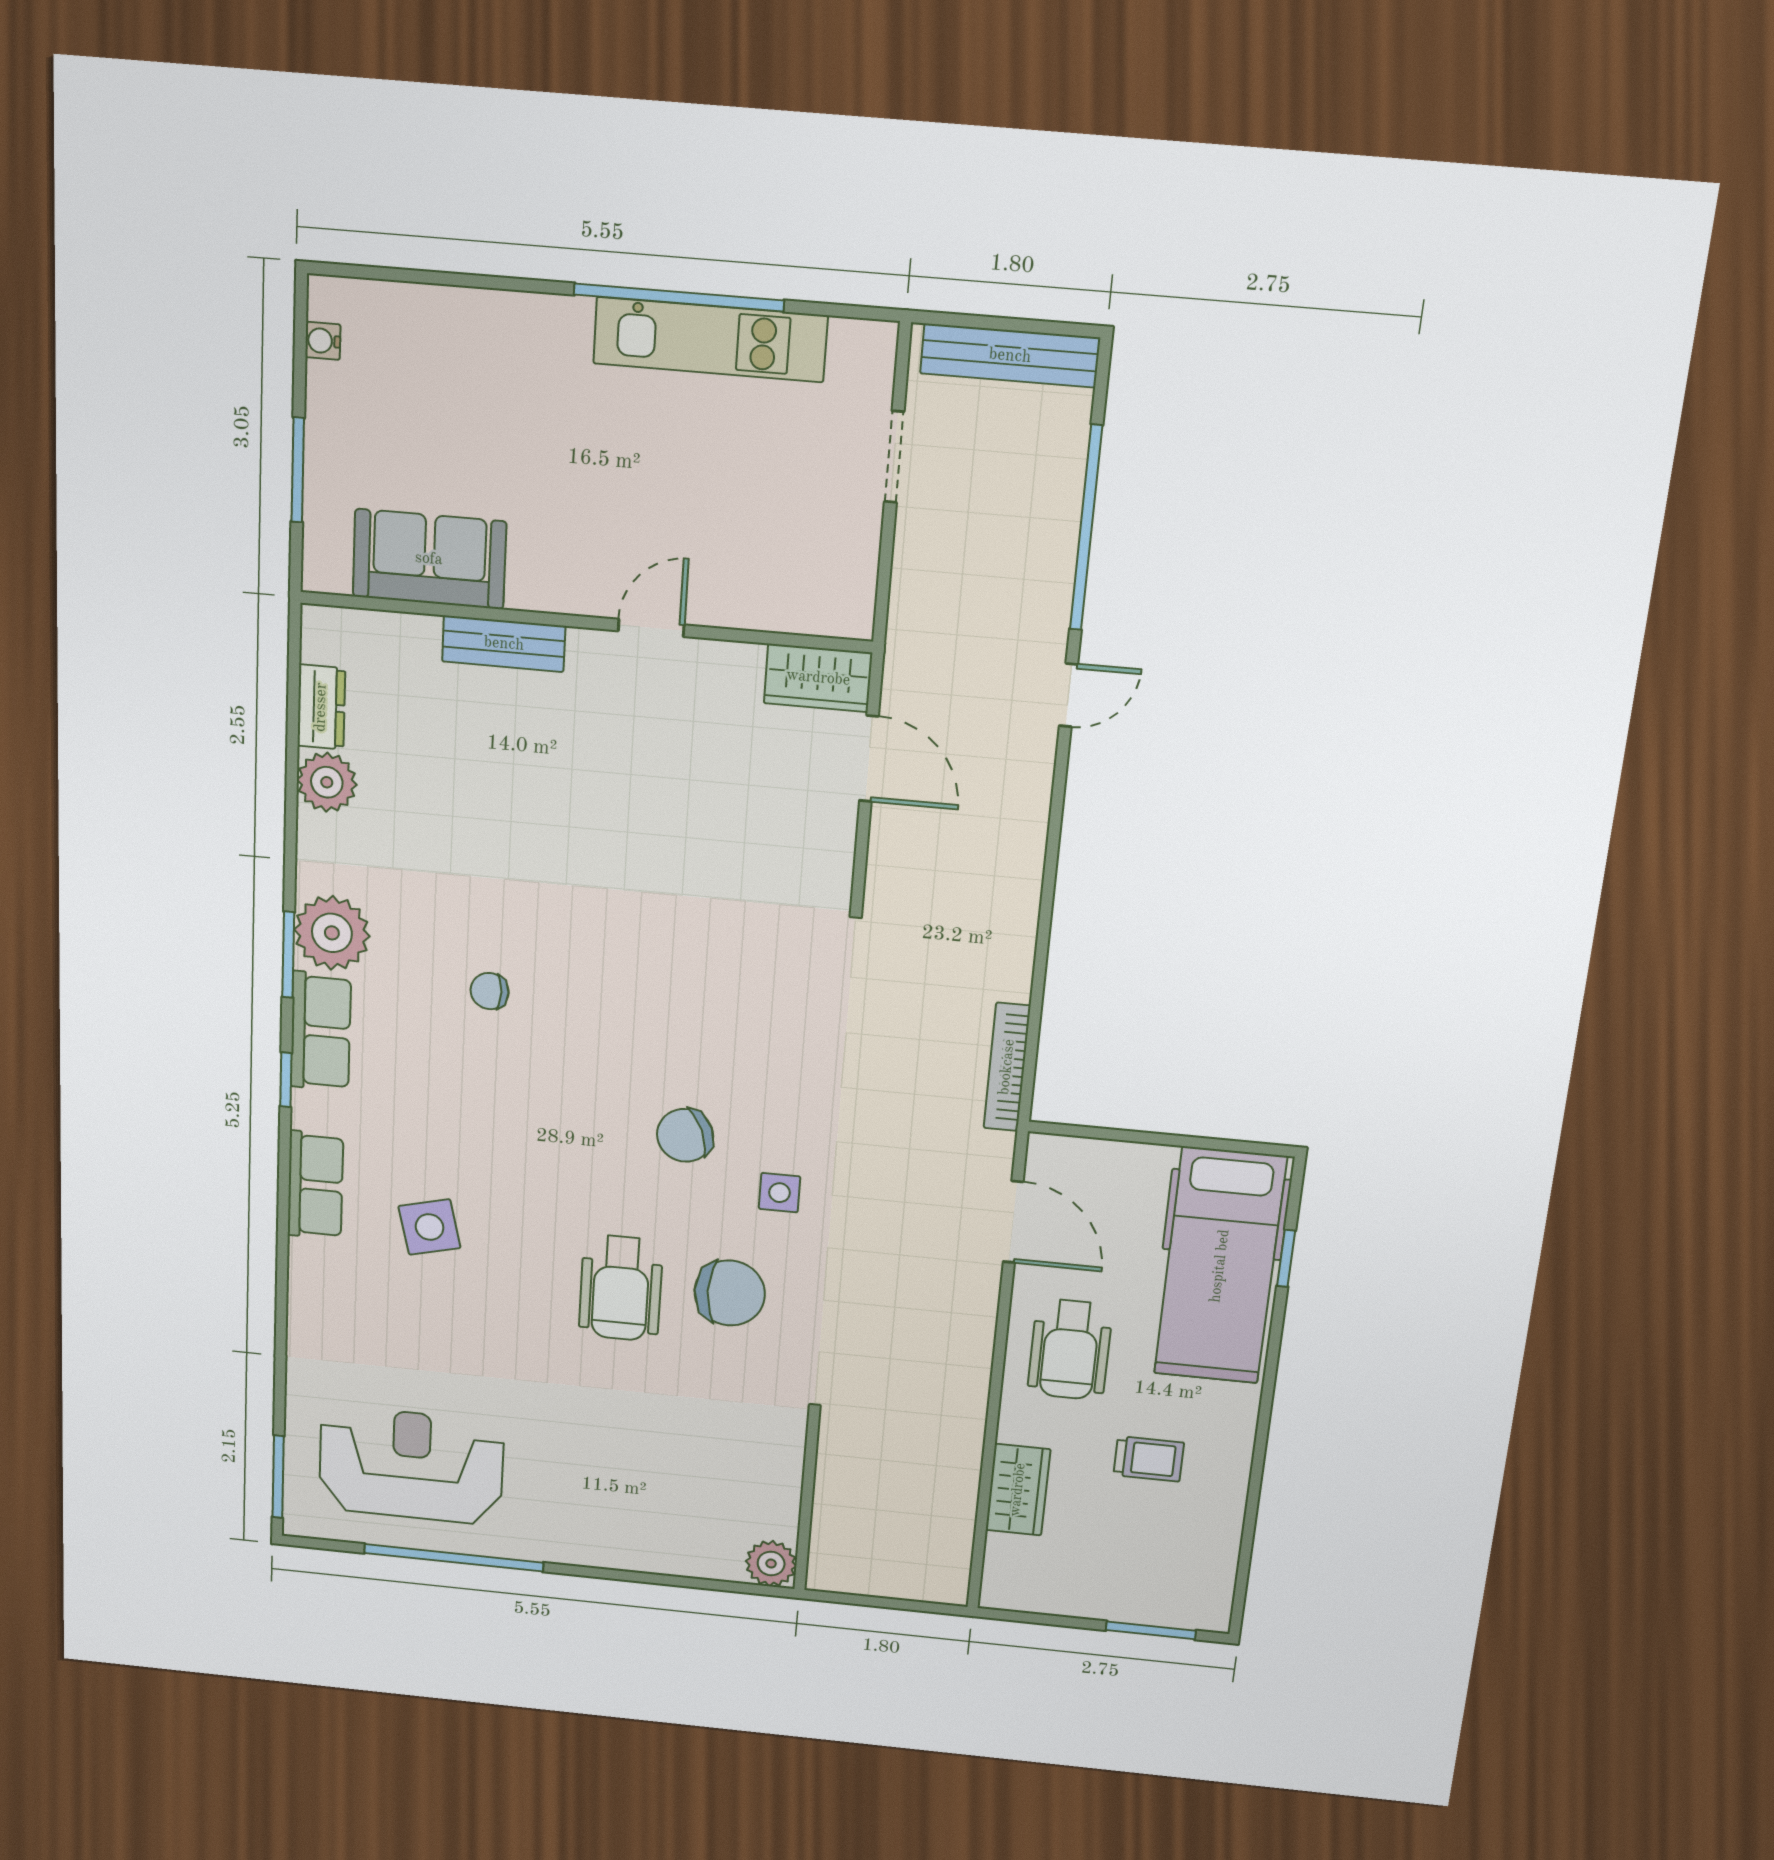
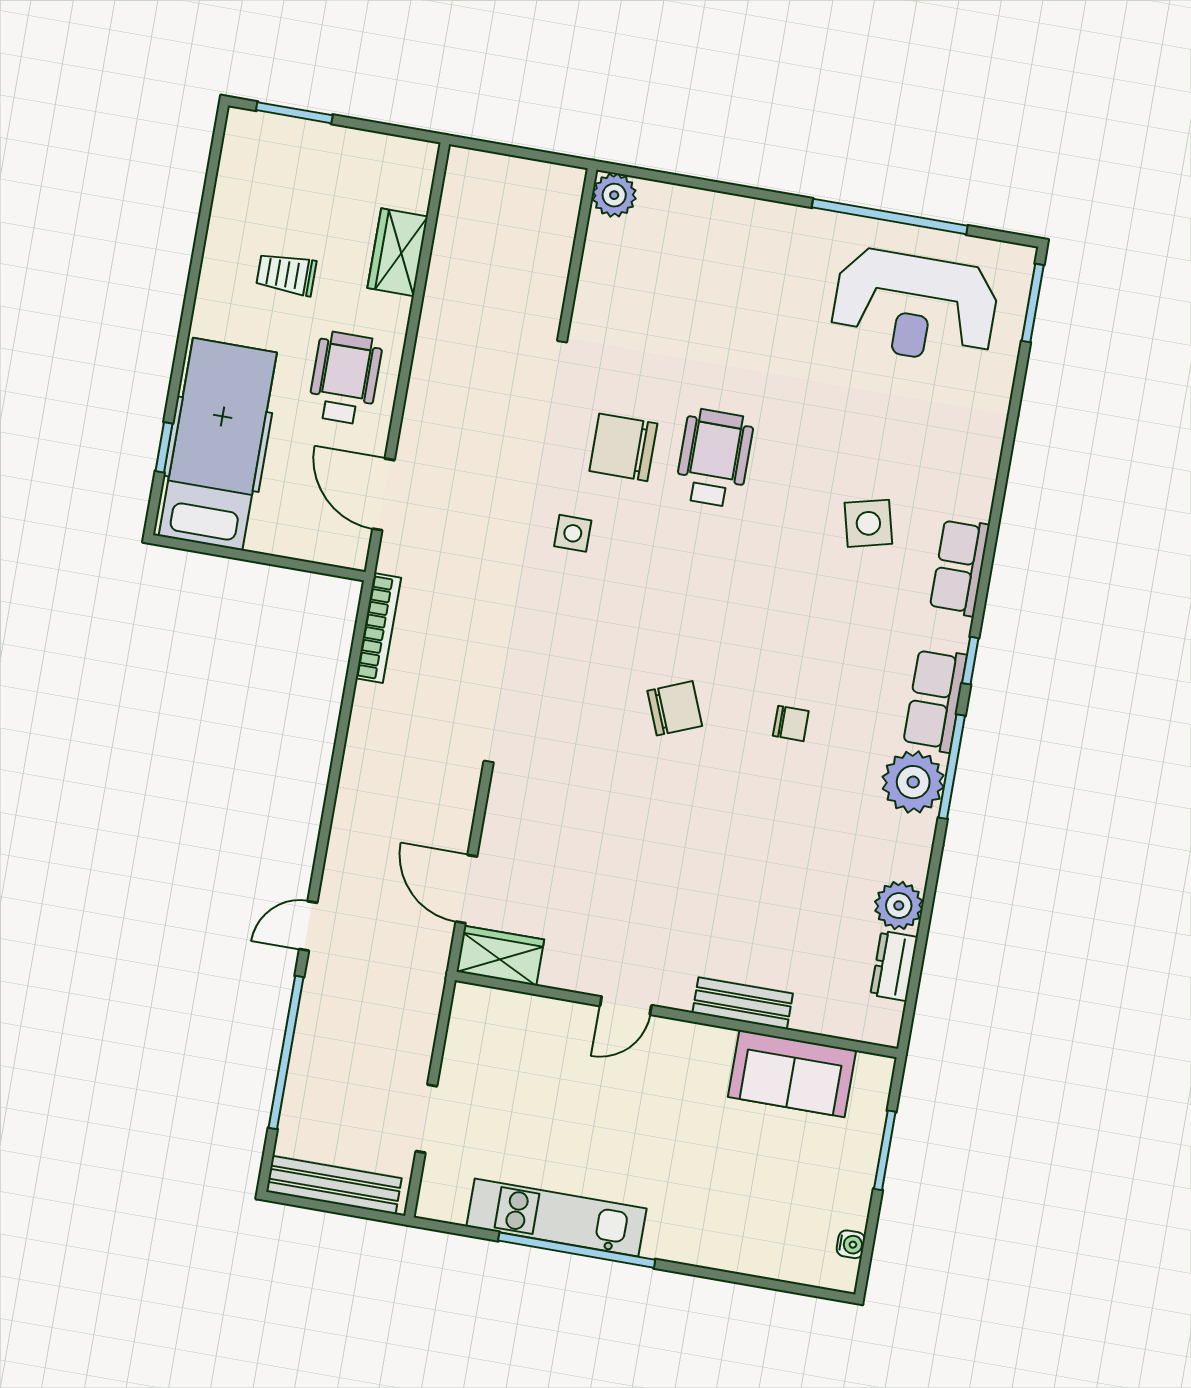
window: (288, 955) -> (952, 767), width x1.44
chair: (685, 1135) -> (675, 708), moved

